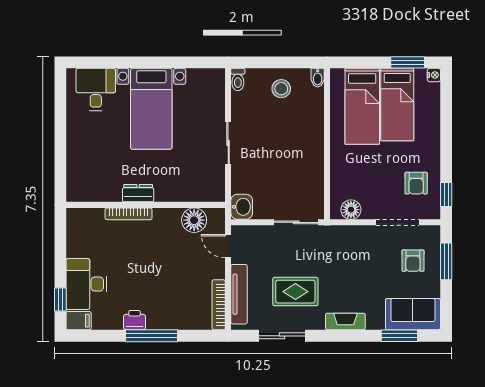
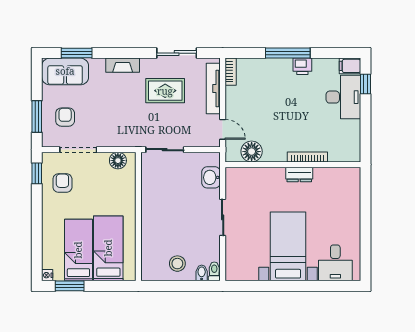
bidet: (318, 78) -> (202, 273), moved
washbasin: (242, 207) -> (211, 177), moved
bookcase: (219, 305) -> (231, 72), width x0.64

